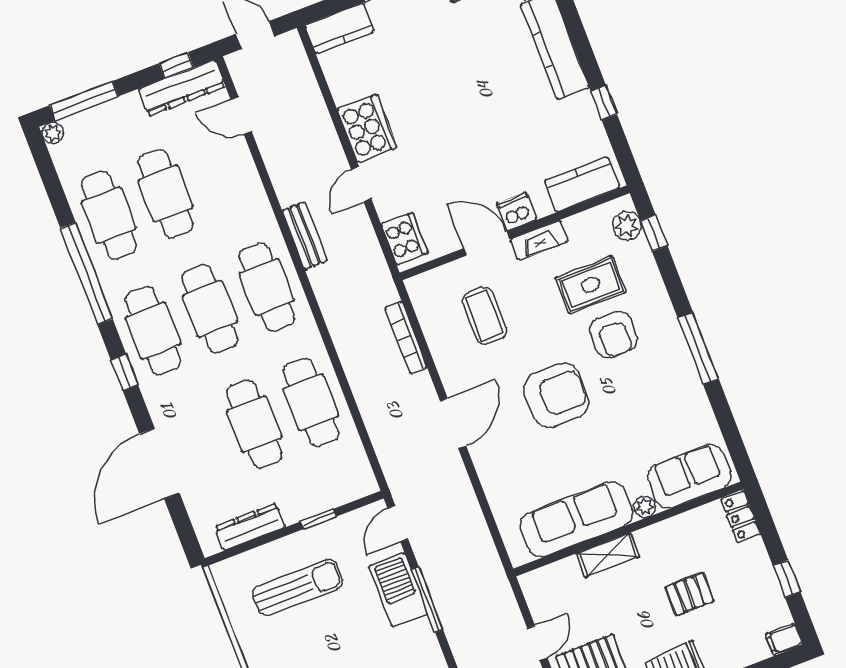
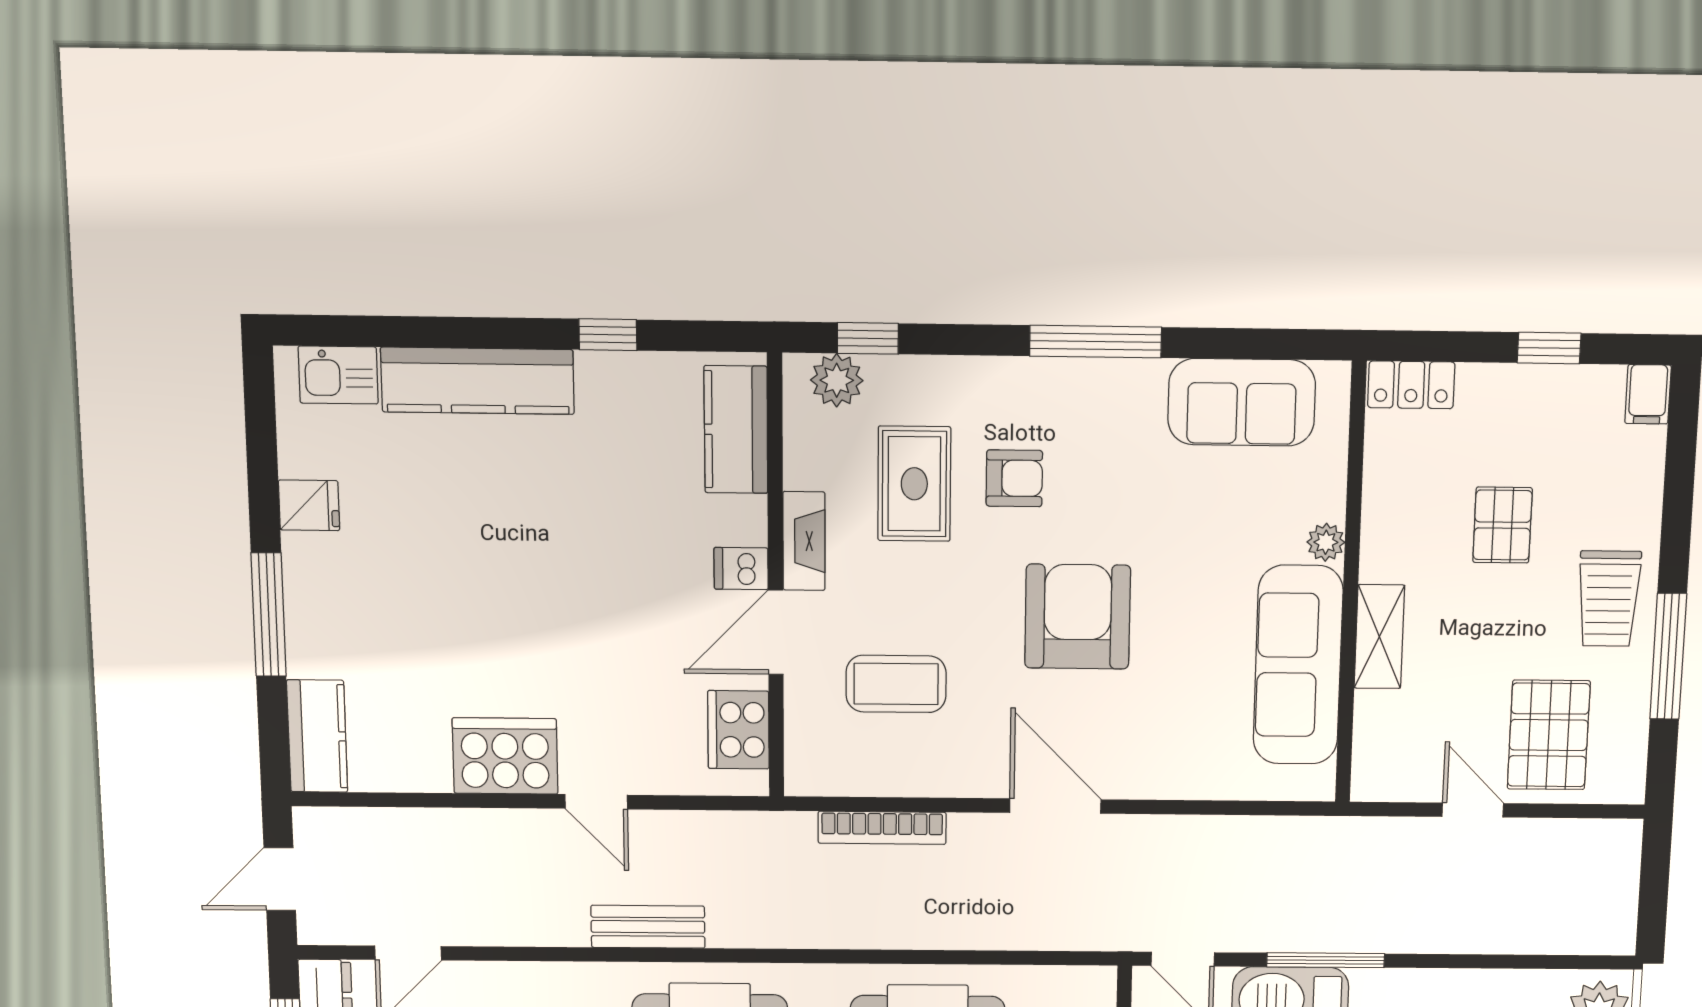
dishwasher: (517, 212) -> (741, 569), width x0.73
cooker: (405, 239) -> (738, 730), moved, turned -90
armchair: (614, 335) -> (1014, 478), width x0.72, depth x0.72
sofa: (689, 476) -> (1242, 402), moved, turned -90

